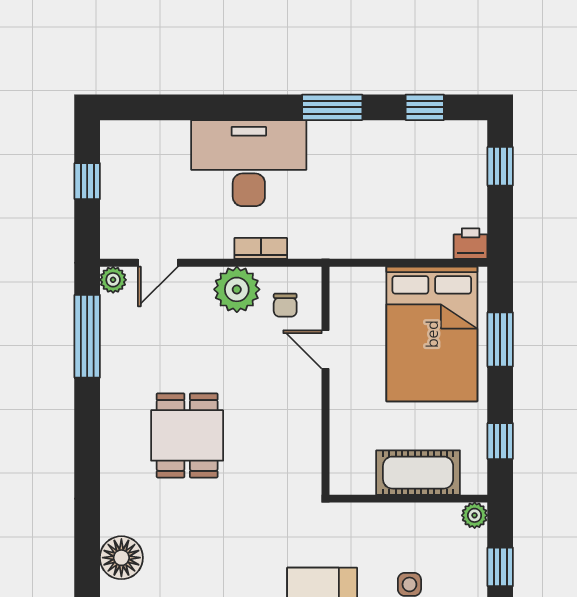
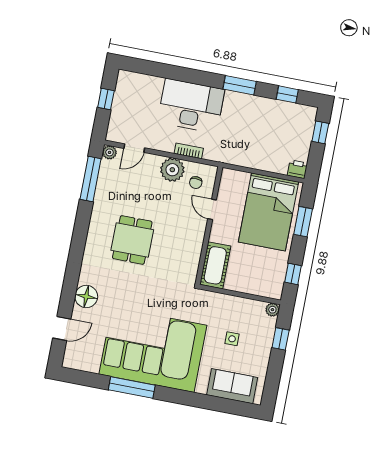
cot: (418, 473) -> (215, 265), moved, turned 90

